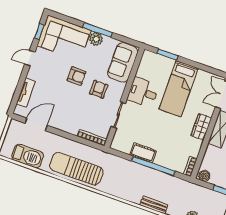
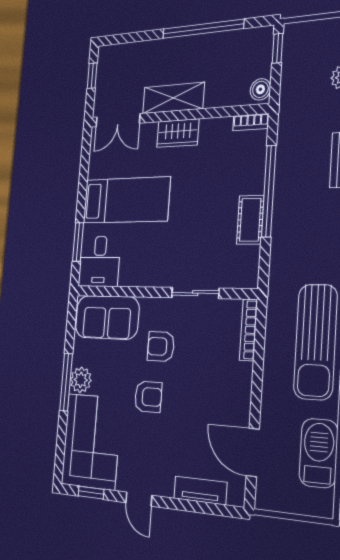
armchair: (77, 76) -> (148, 397), turned 90
desk: (143, 92) -> (99, 261), moved

